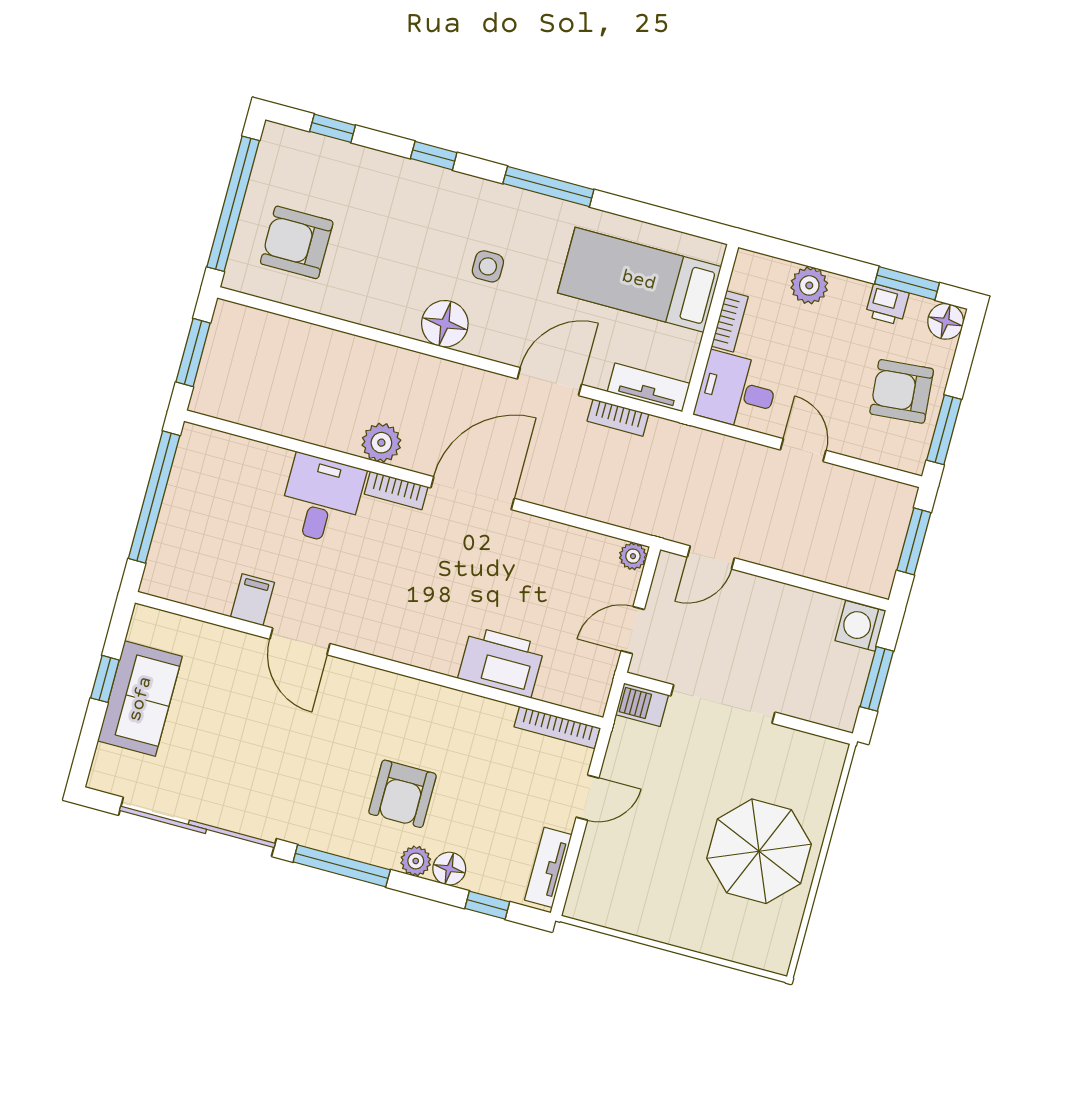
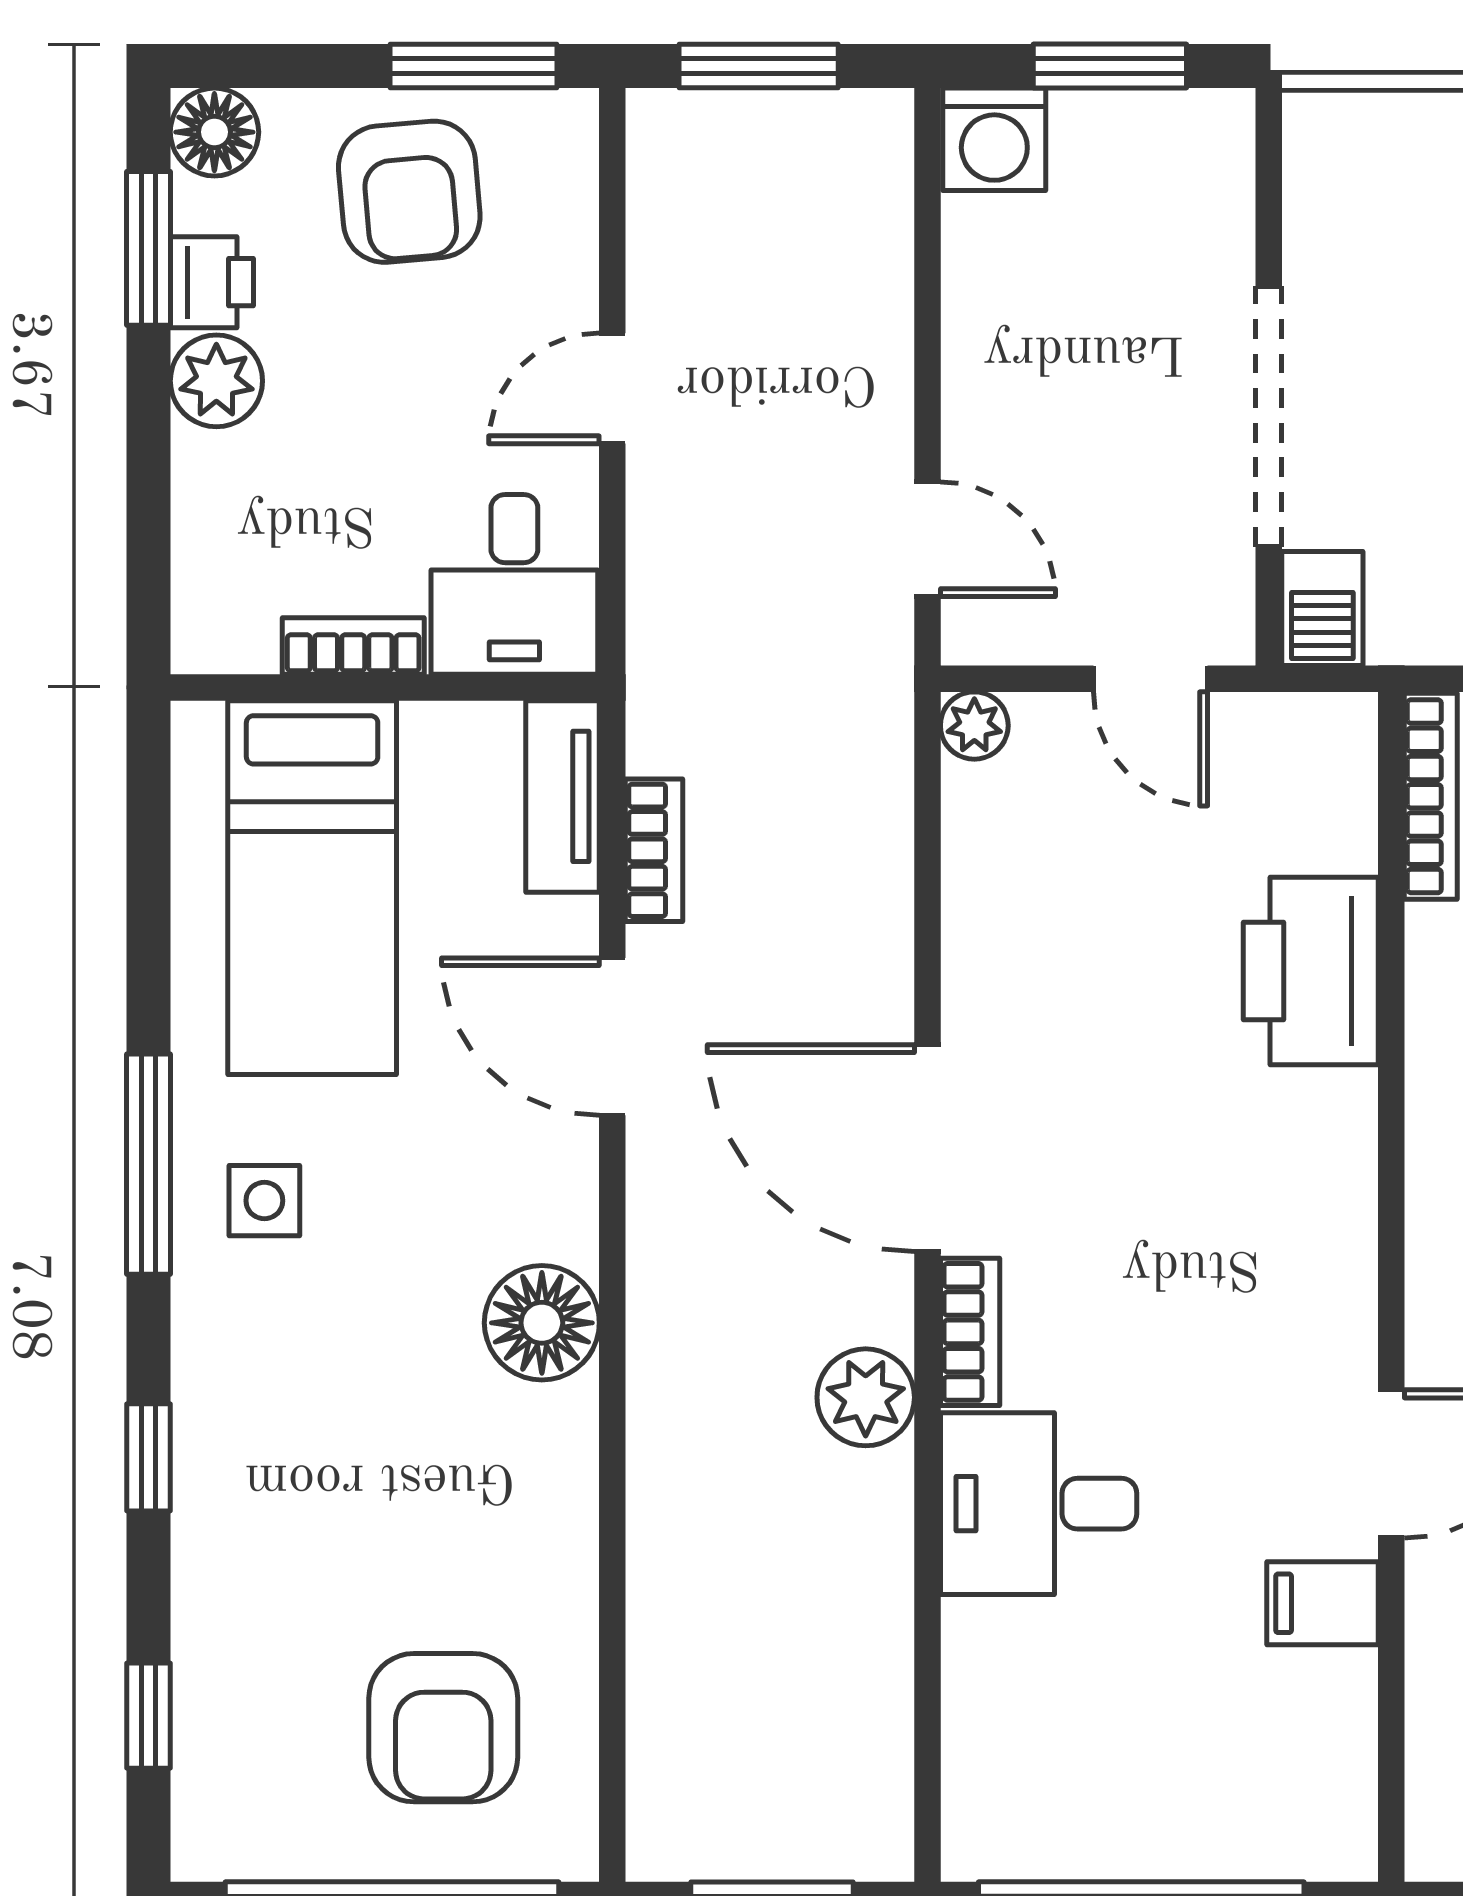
side table: (488, 266) -> (264, 1201), moved
plant: (809, 285) -> (216, 381), moved

